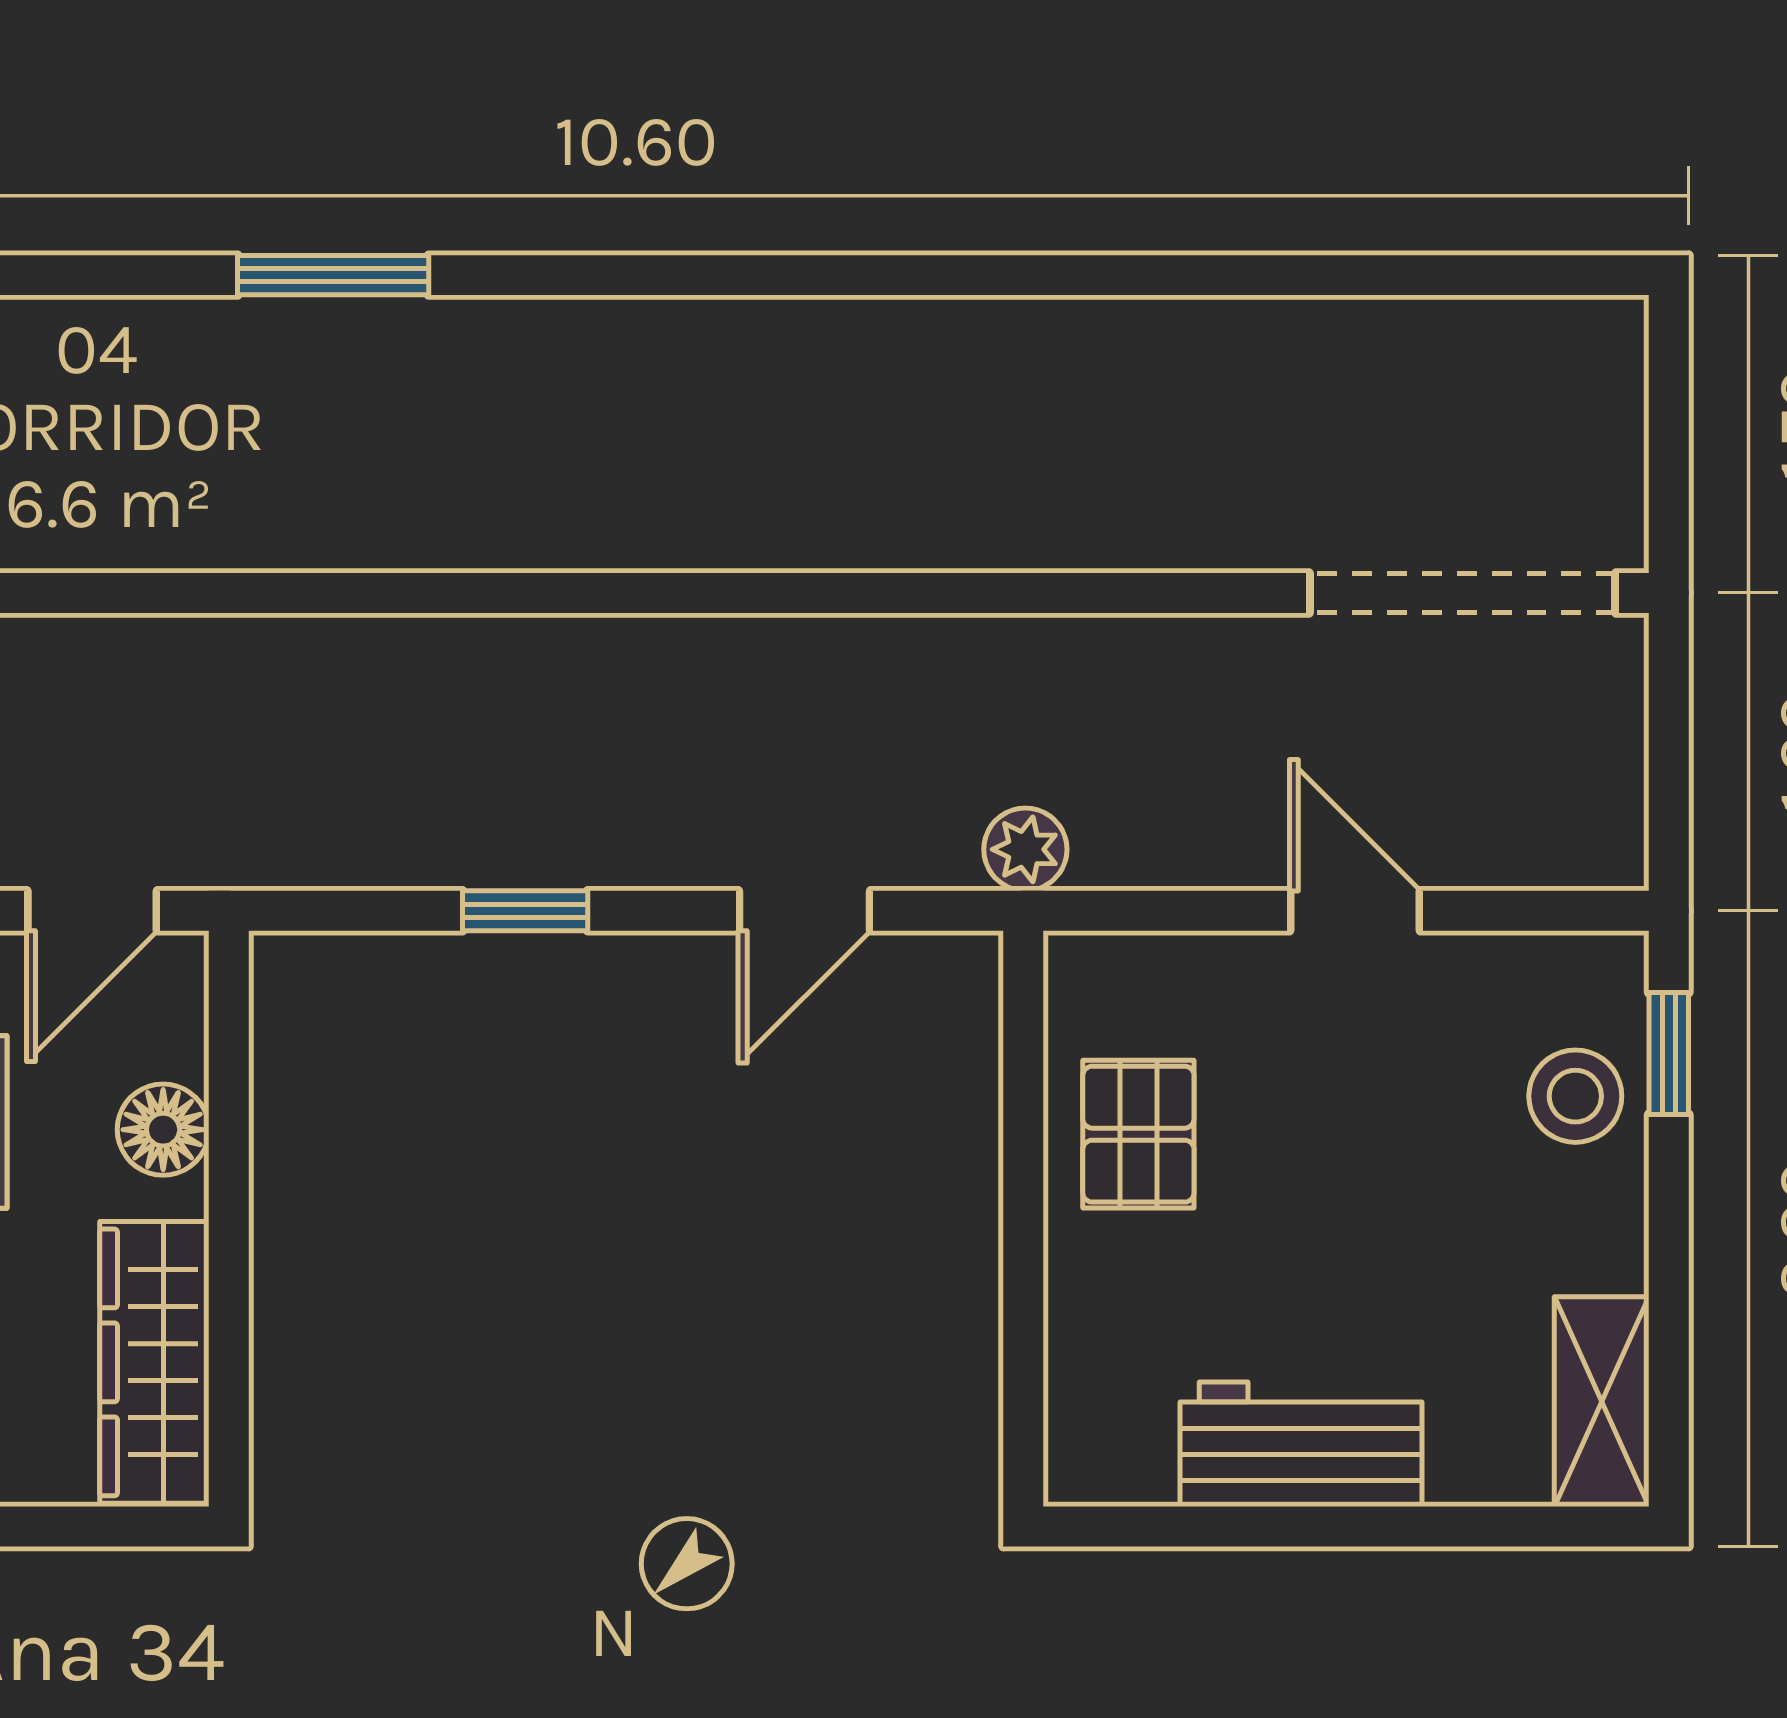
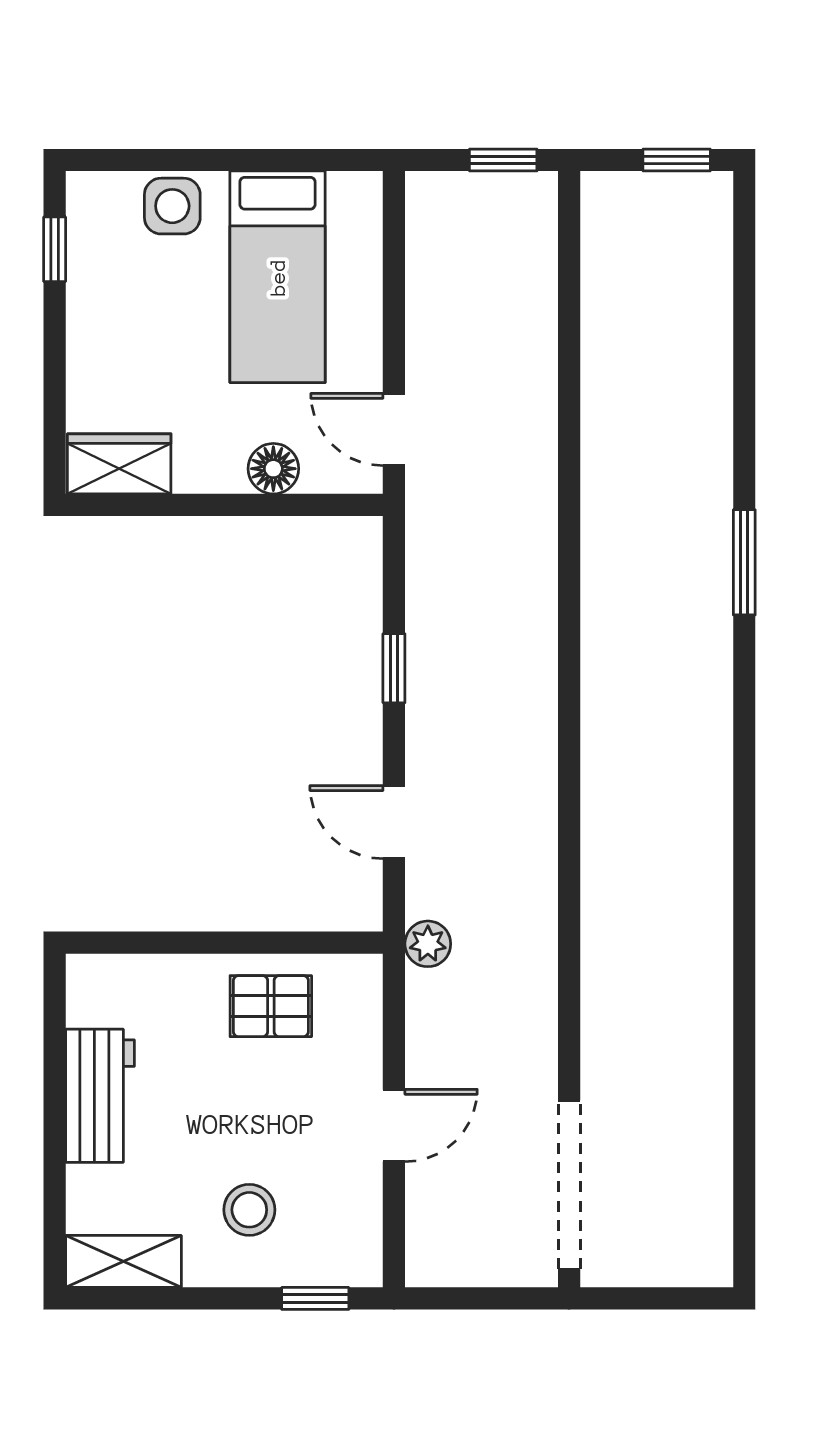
stool: (1575, 1096) -> (249, 1210), moved
wardrobe: (154, 1362) -> (119, 464), width x0.67

